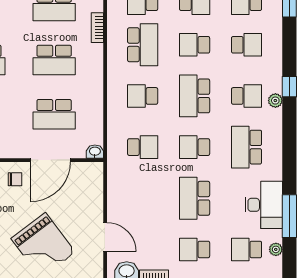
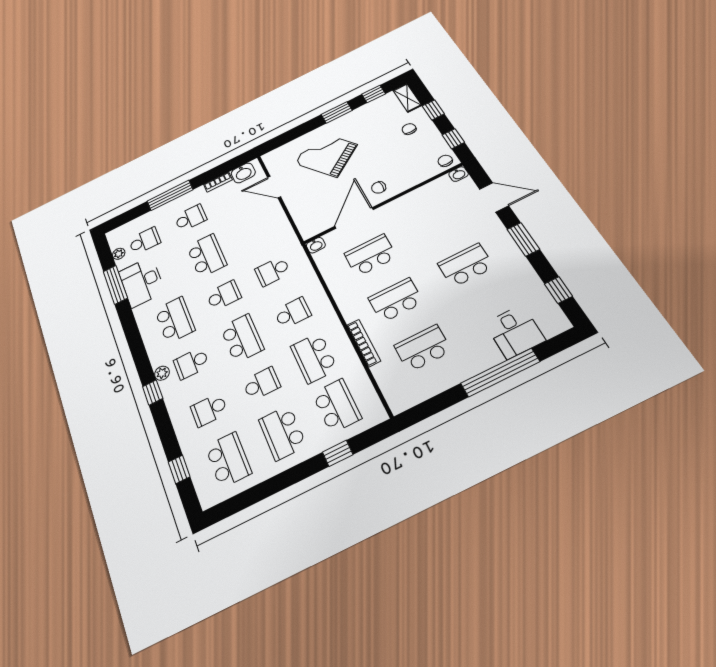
bookcase: (97, 28) -> (364, 343), width x1.56

